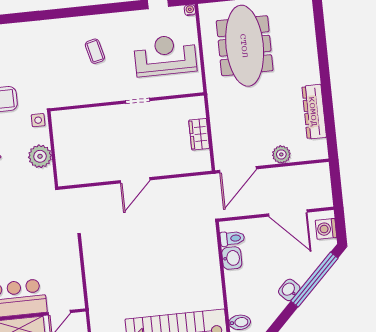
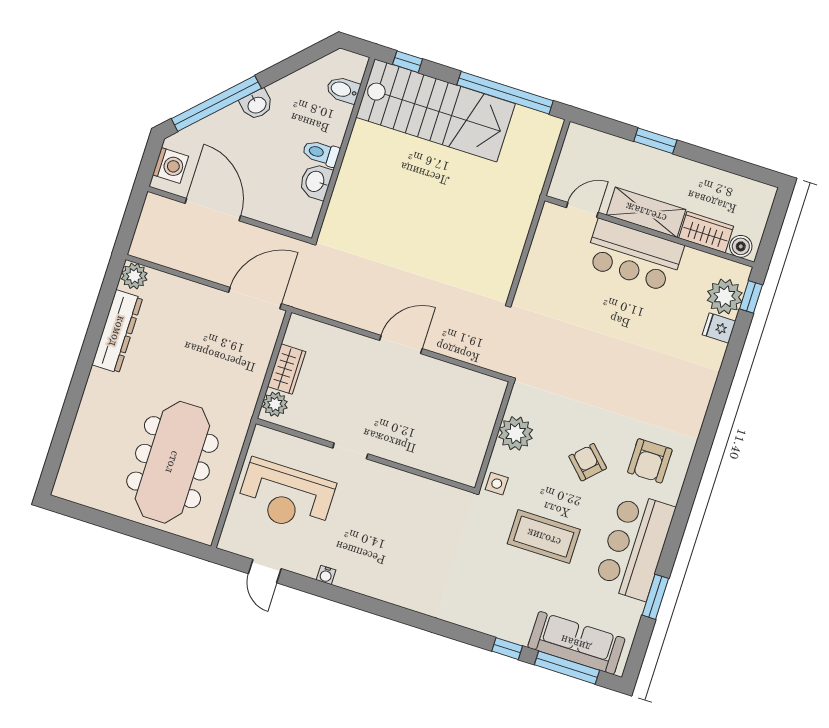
water cooler: (190, 10) -> (326, 575), moved
coffee table: (95, 51) -> (379, 543), removed
plant: (197, 109) -> (275, 404), added
plant: (281, 154) -> (134, 276), moved
toilet: (232, 238) -> (321, 153), moved

